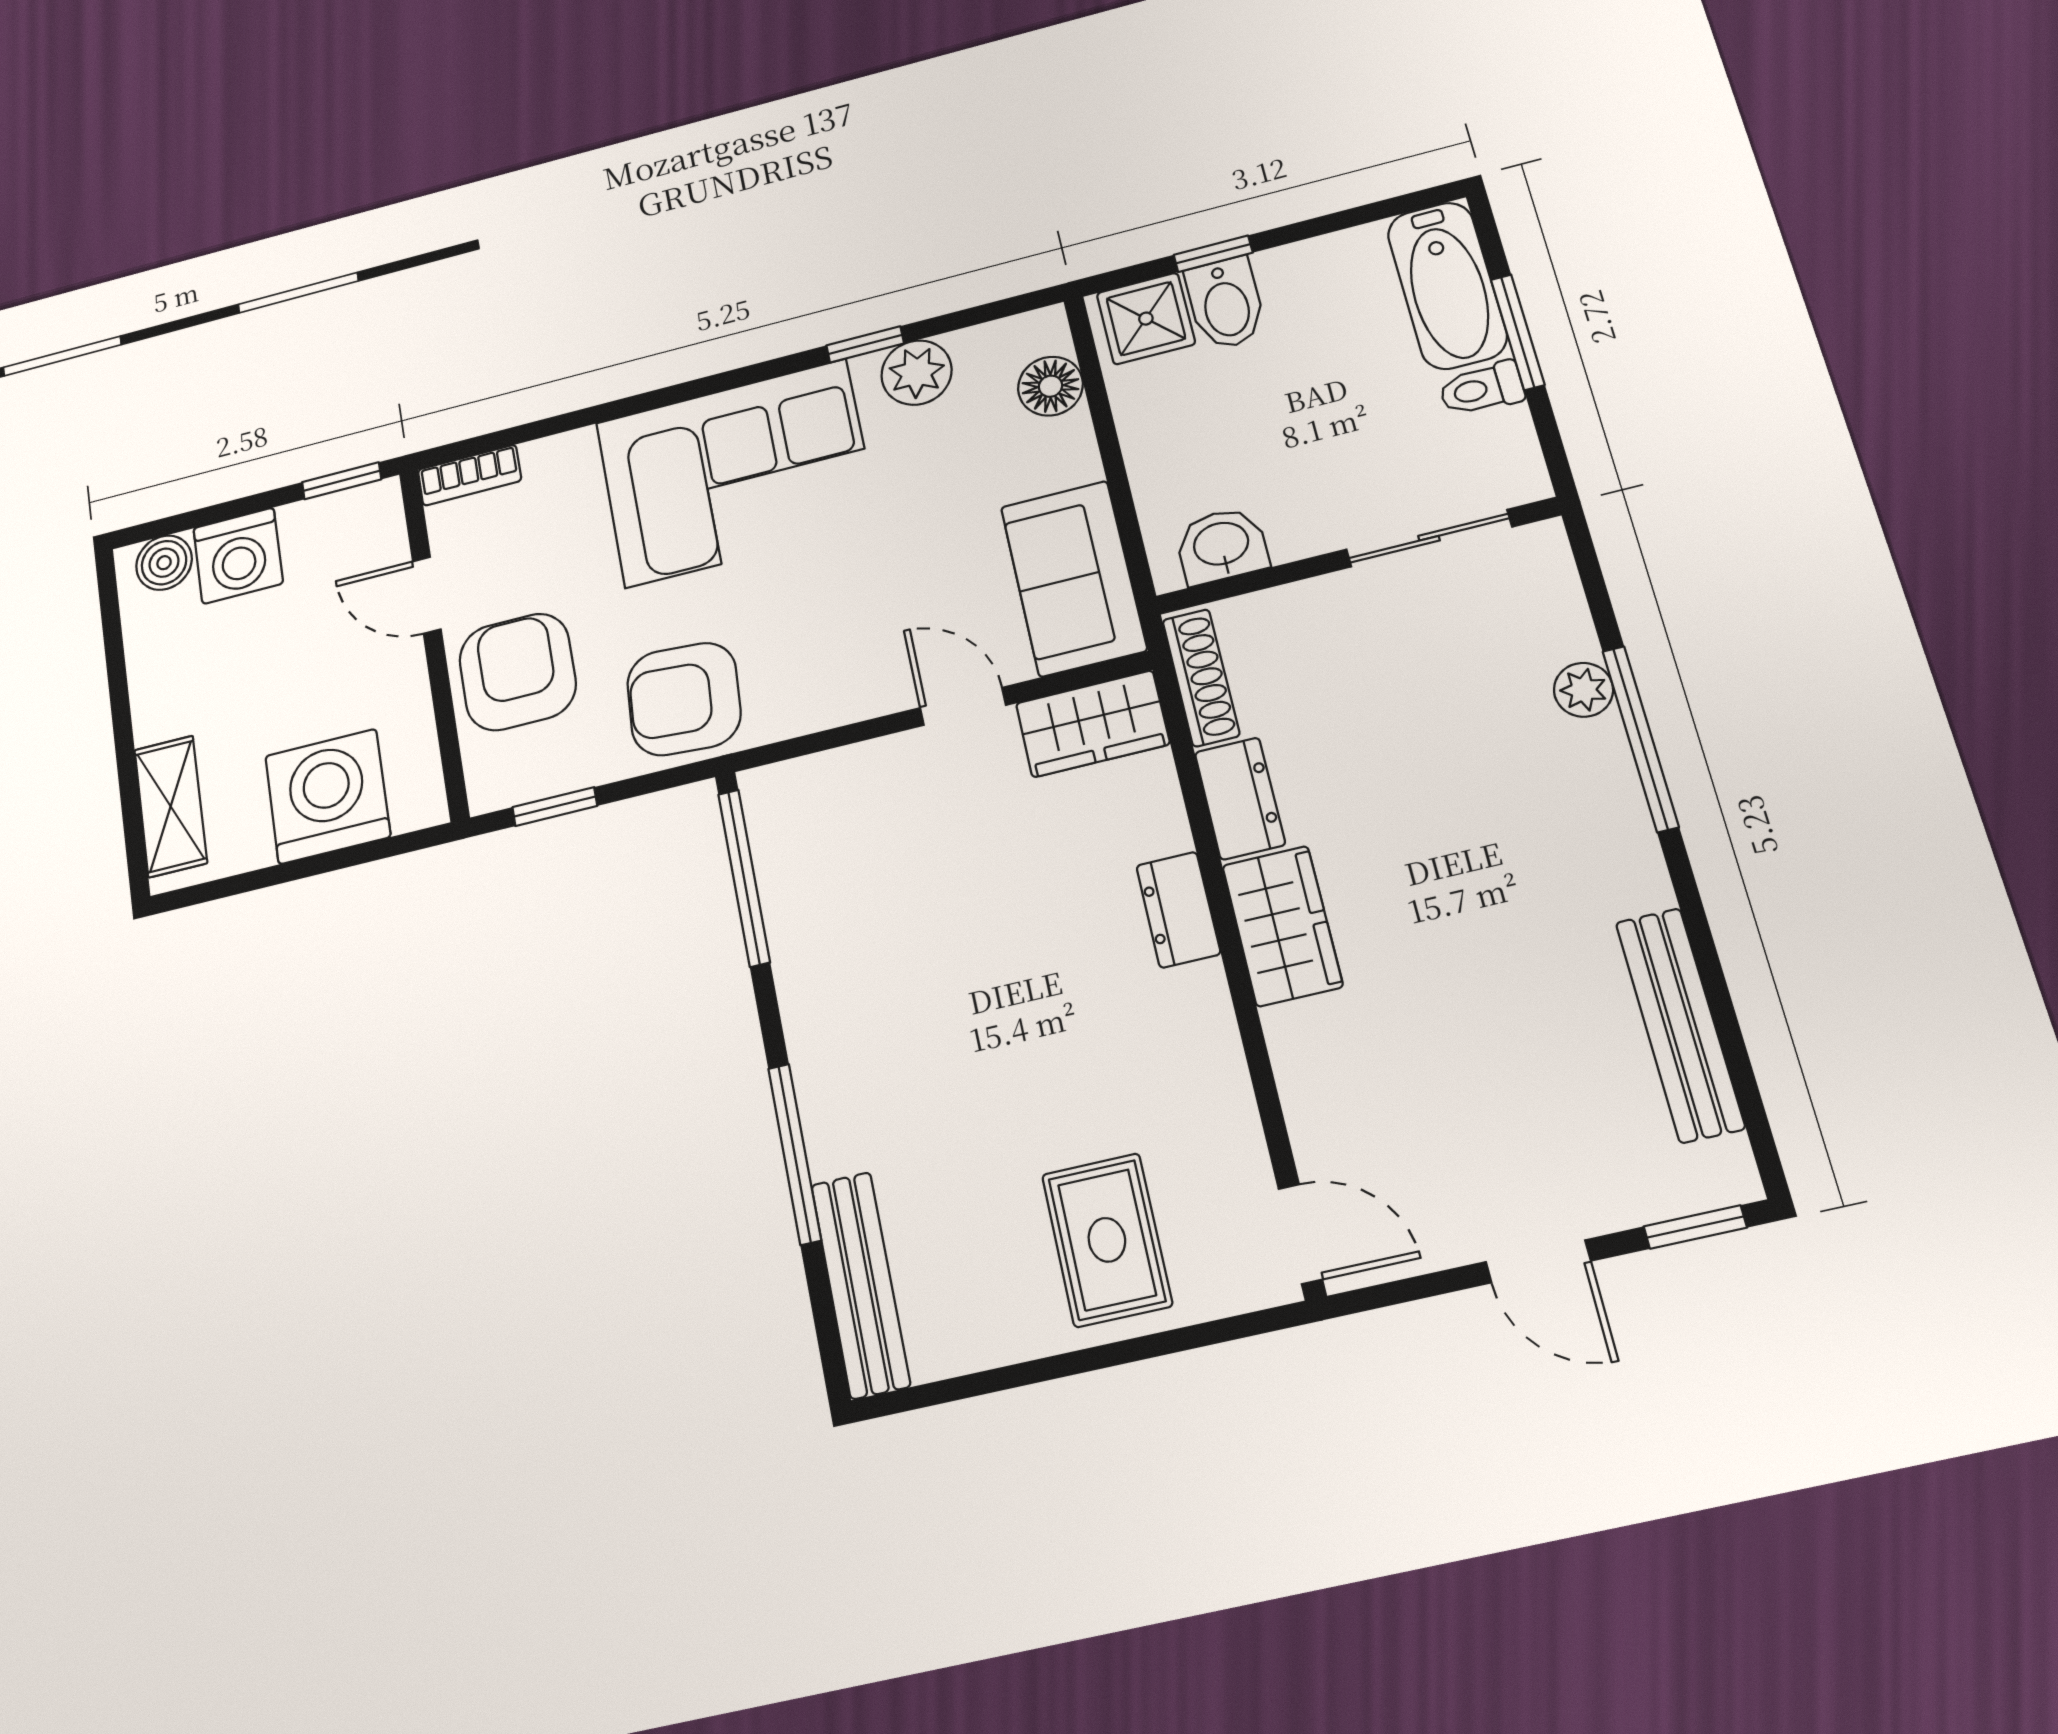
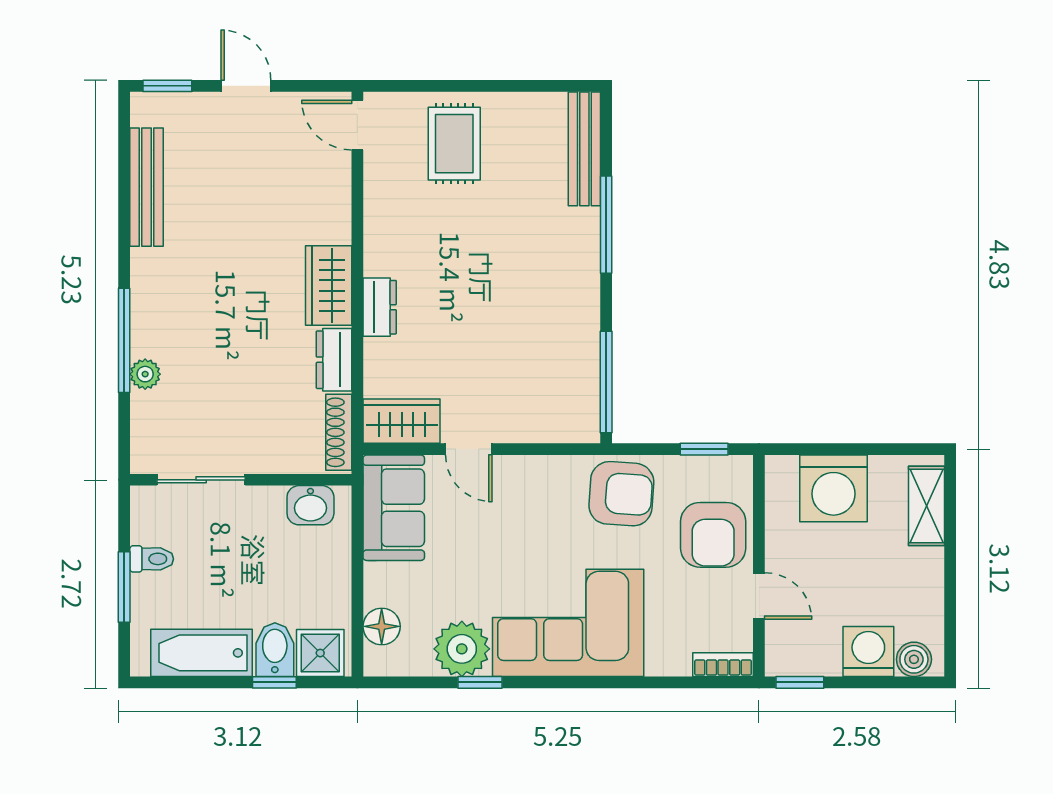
bathtub: (1447, 285) -> (202, 653), moved, turned -90
plant: (917, 373) -> (462, 649), width x1.36, depth x1.36

